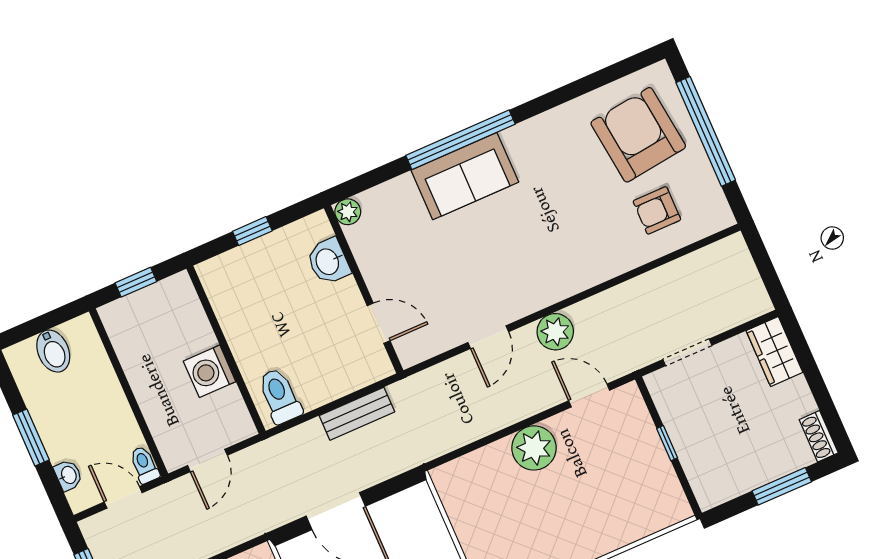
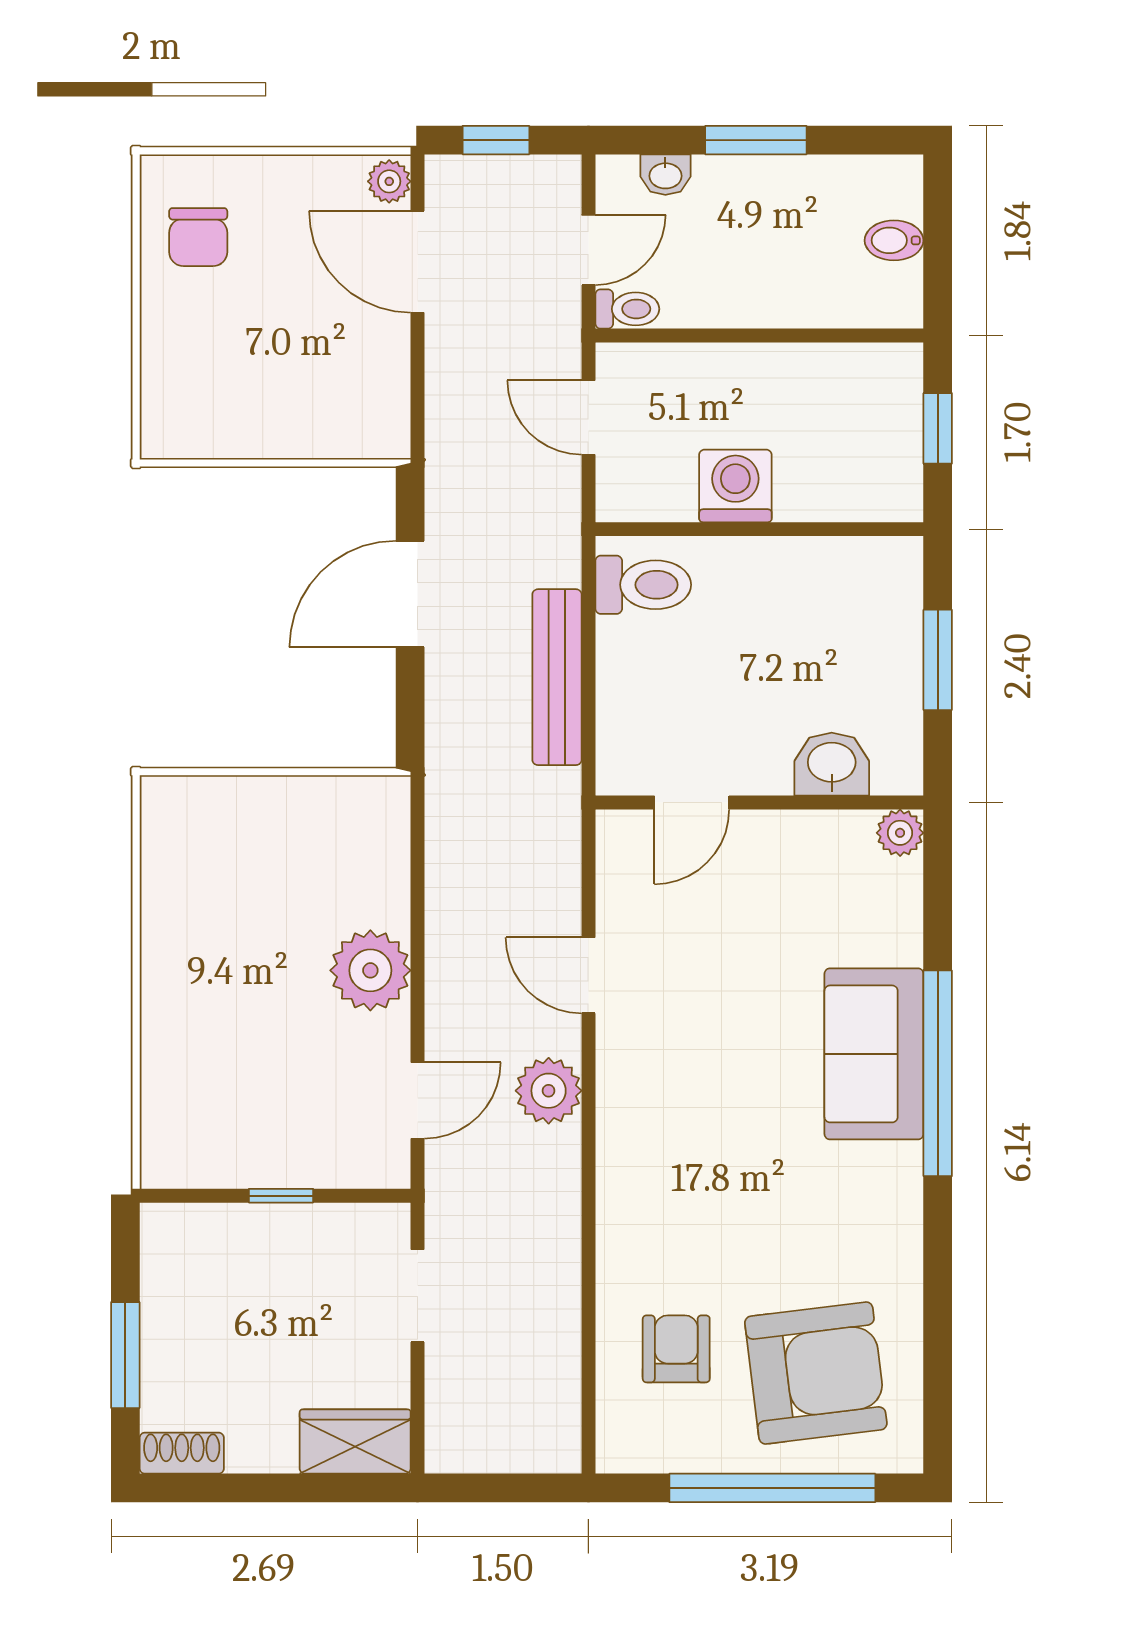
window: (252, 231) -> (938, 660), width x1.50
bidet: (53, 351) -> (894, 240), width x0.72, depth x0.74
bench: (357, 414) -> (557, 677), width x1.36

